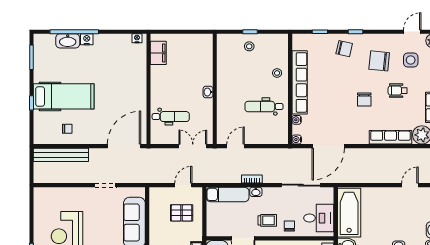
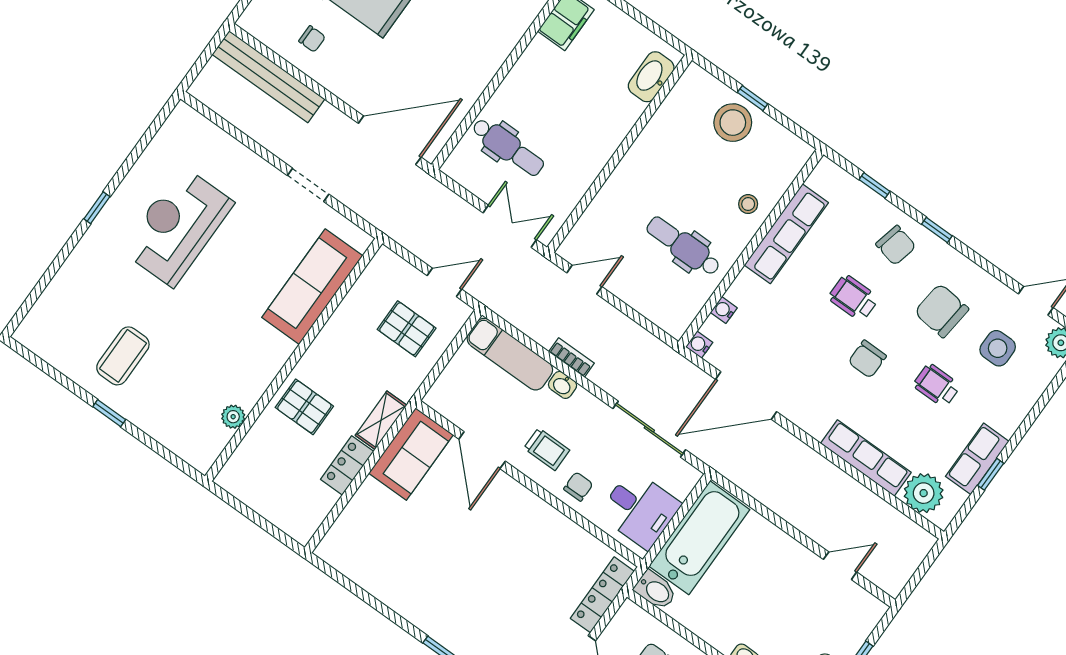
stool: (249, 46) -> (733, 123), width x1.89, depth x1.89
wheelchair: (342, 80) -> (853, 298), added
row of seats: (300, 82) -> (786, 234), width x0.73
washbasin: (208, 92) -> (651, 77), moved, width x1.91, depth x1.45

